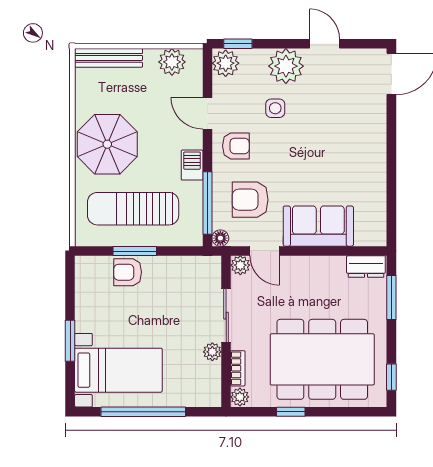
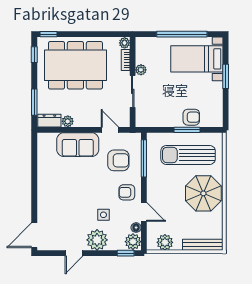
door: (325, 44) -> (74, 253), hinge flipped
barbecue: (192, 165) -> (153, 181), removed
sun lounger: (133, 209) -> (188, 155), turned 180
floor lamp: (220, 238) -> (136, 228), moved
plant: (240, 265) -> (68, 121), moved
window: (291, 412) -> (48, 34), moved

